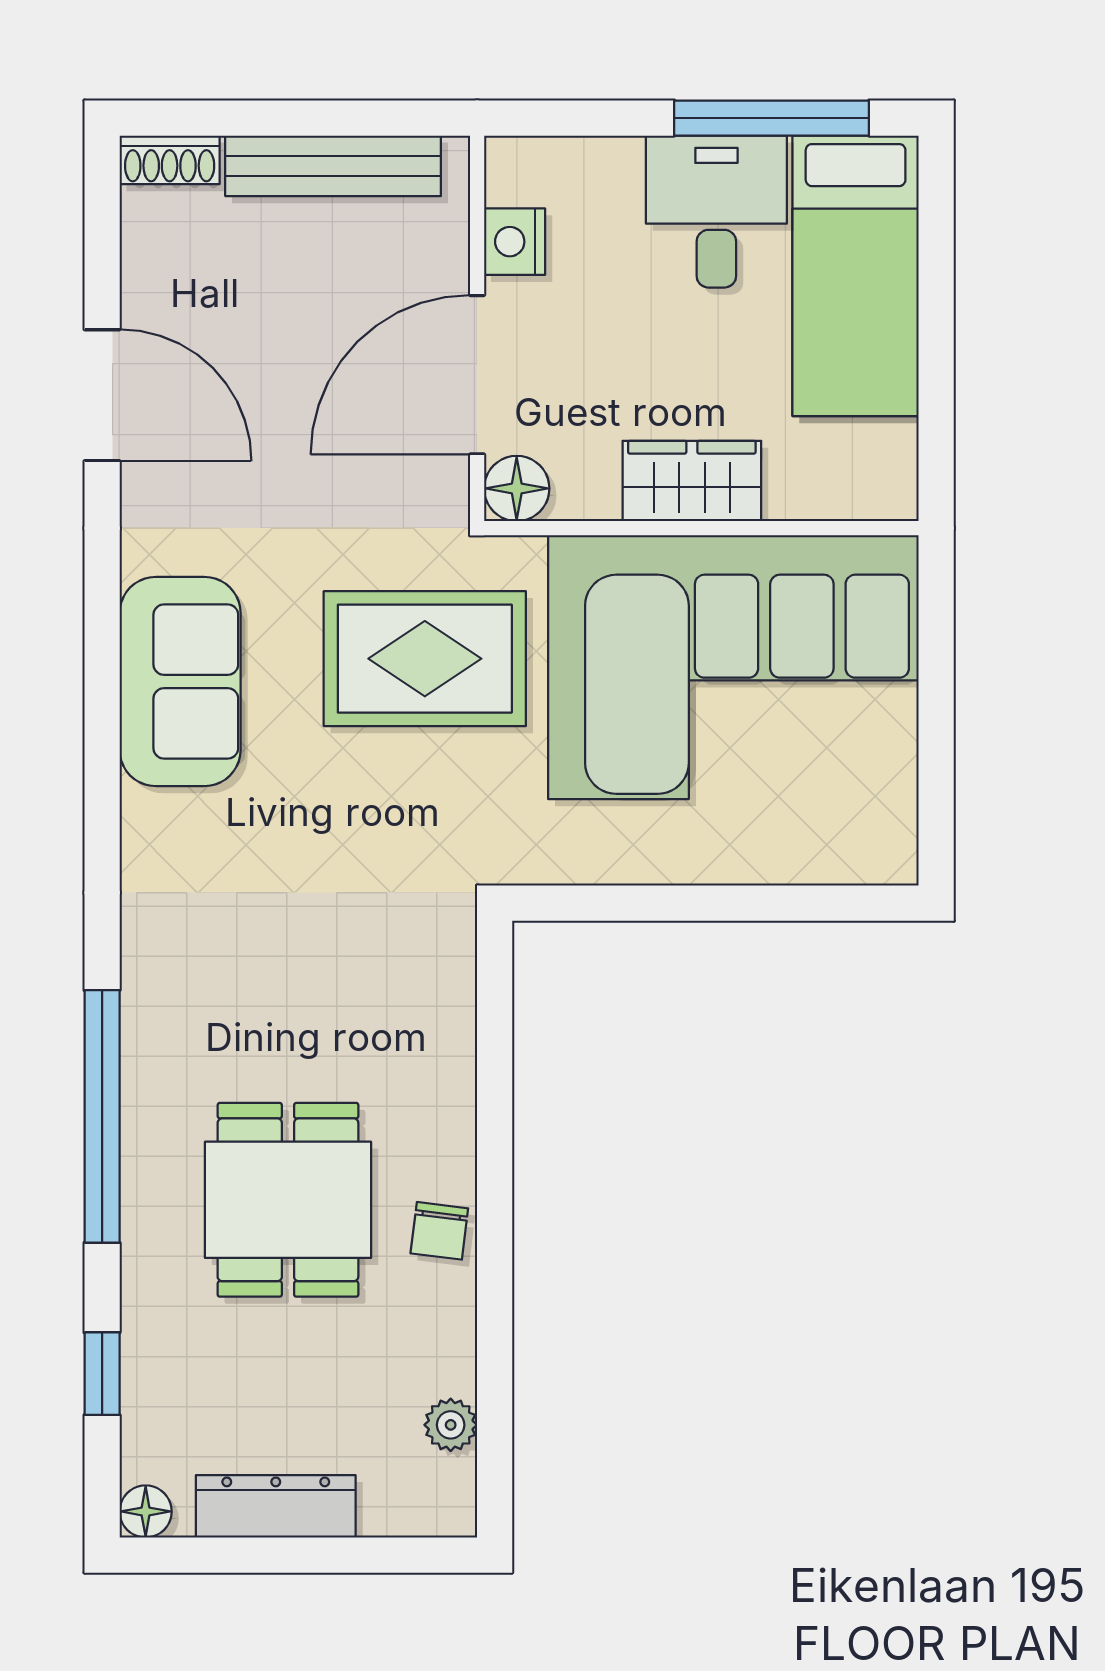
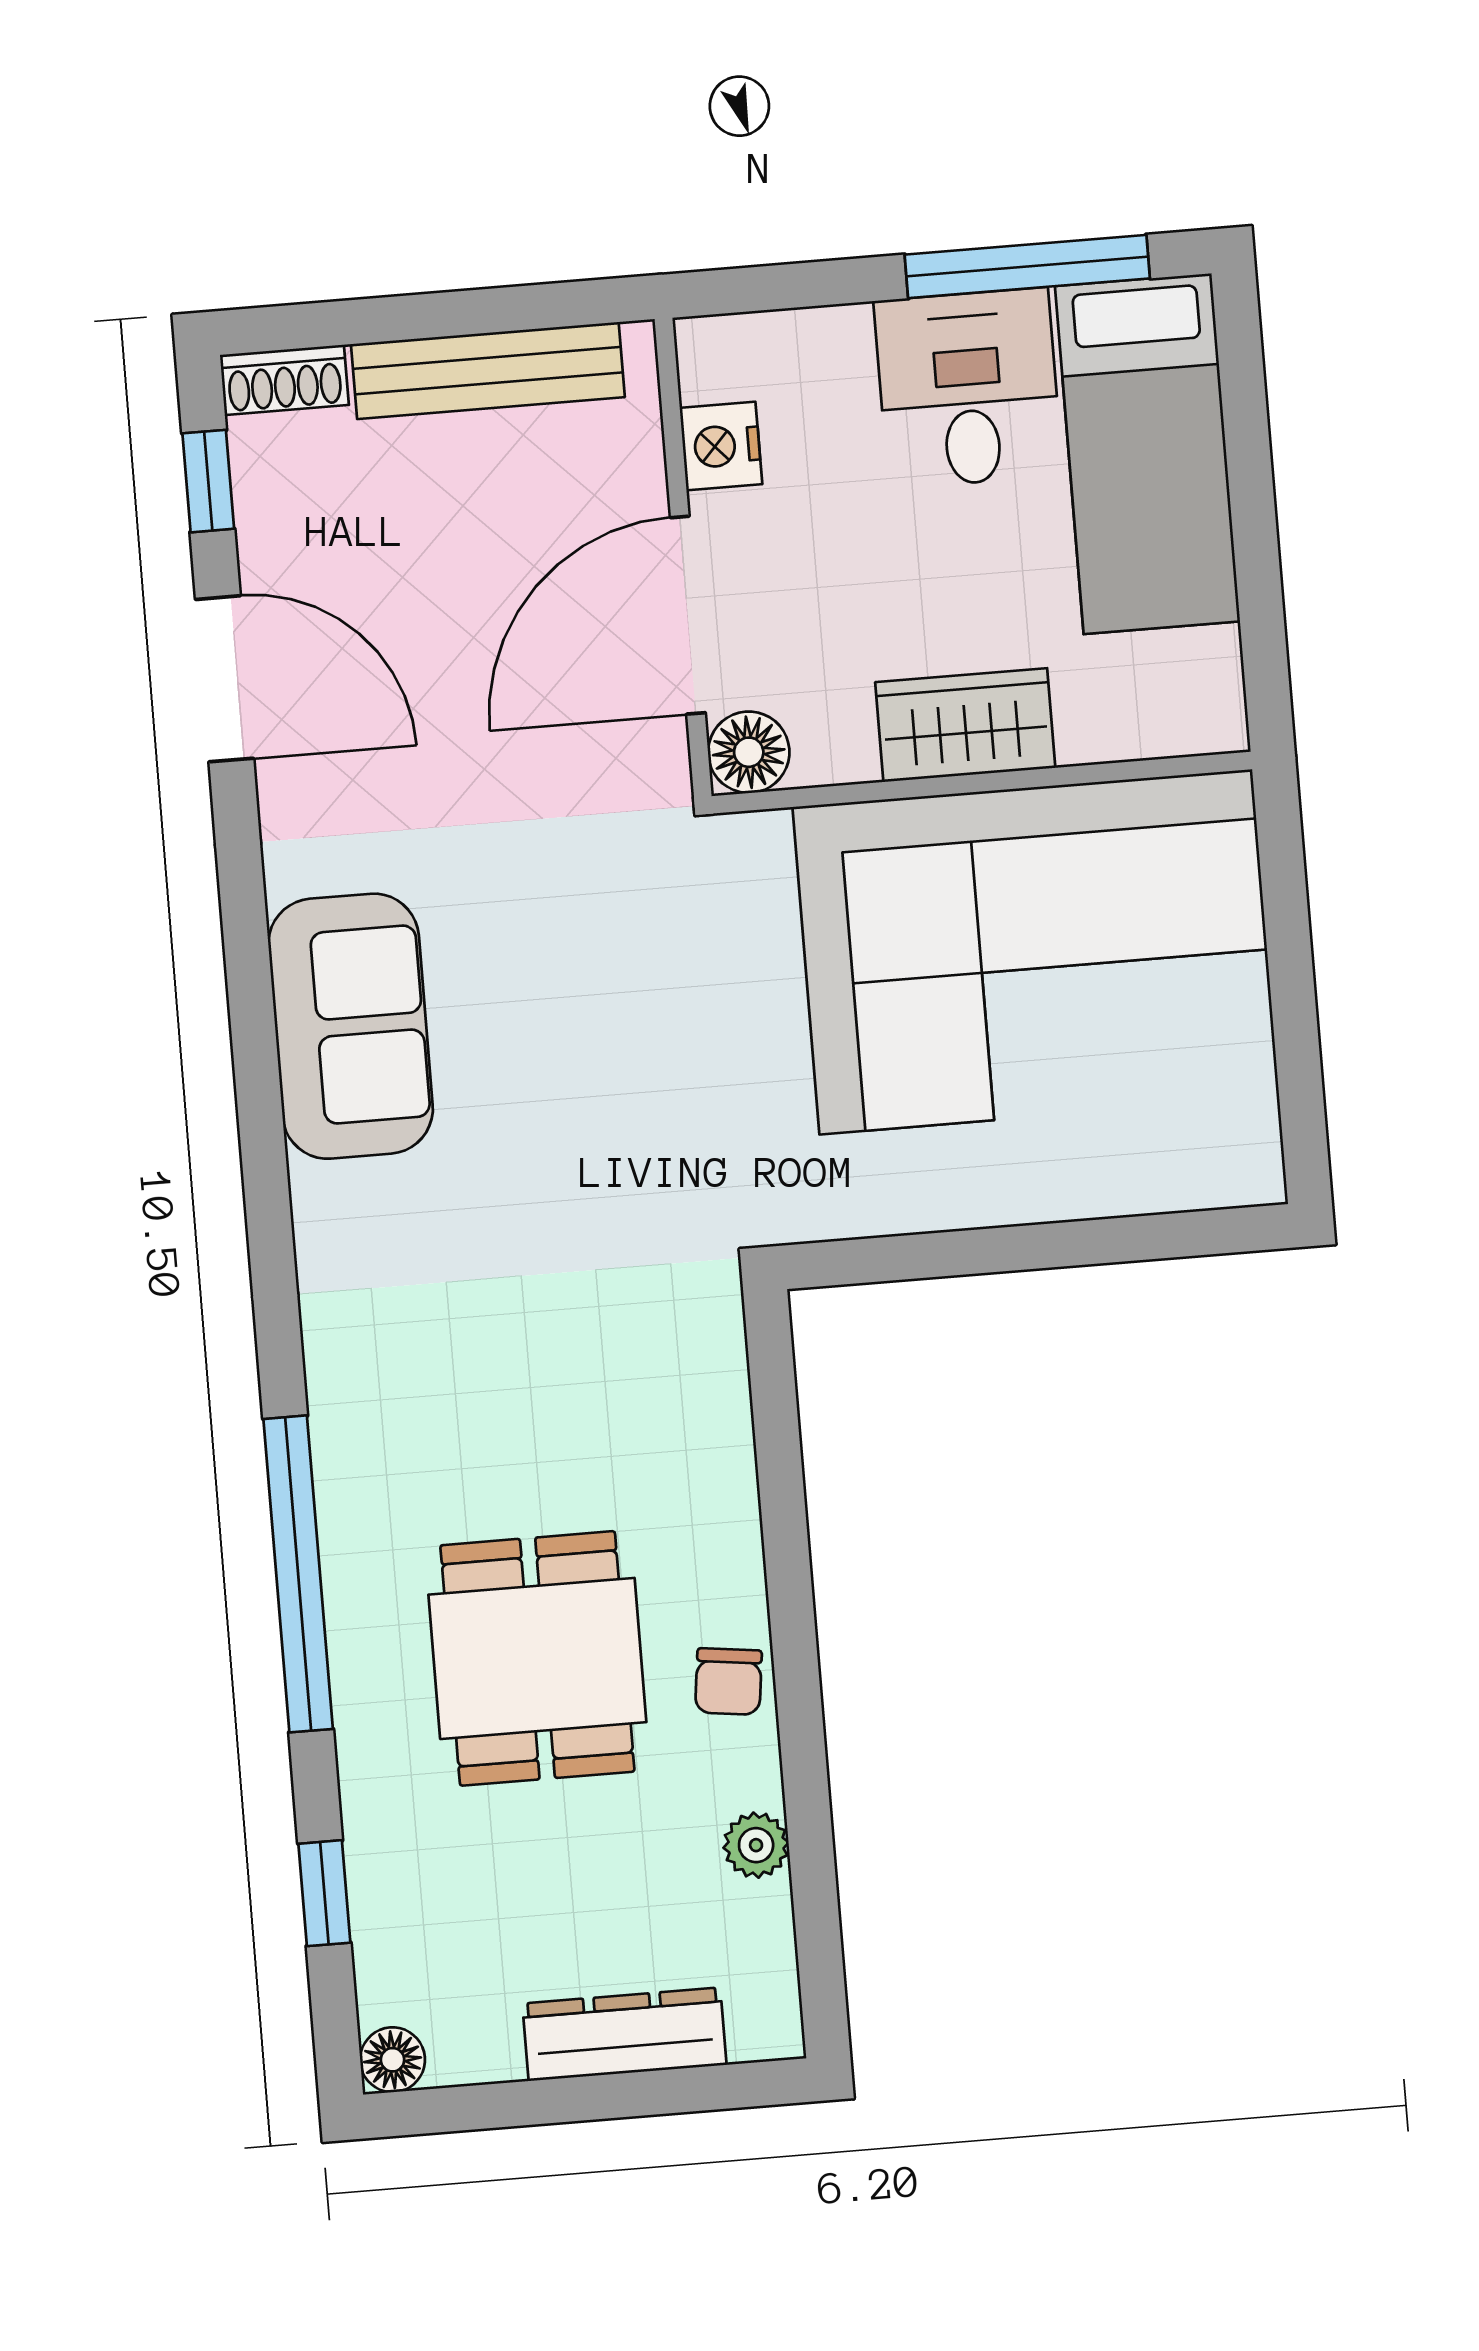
window: (102, 236) -> (208, 481), added
rug: (425, 659) -> (652, 973), removed
plant: (451, 1425) -> (756, 1845), moved
dresser: (276, 1506) -> (624, 2034), moved

